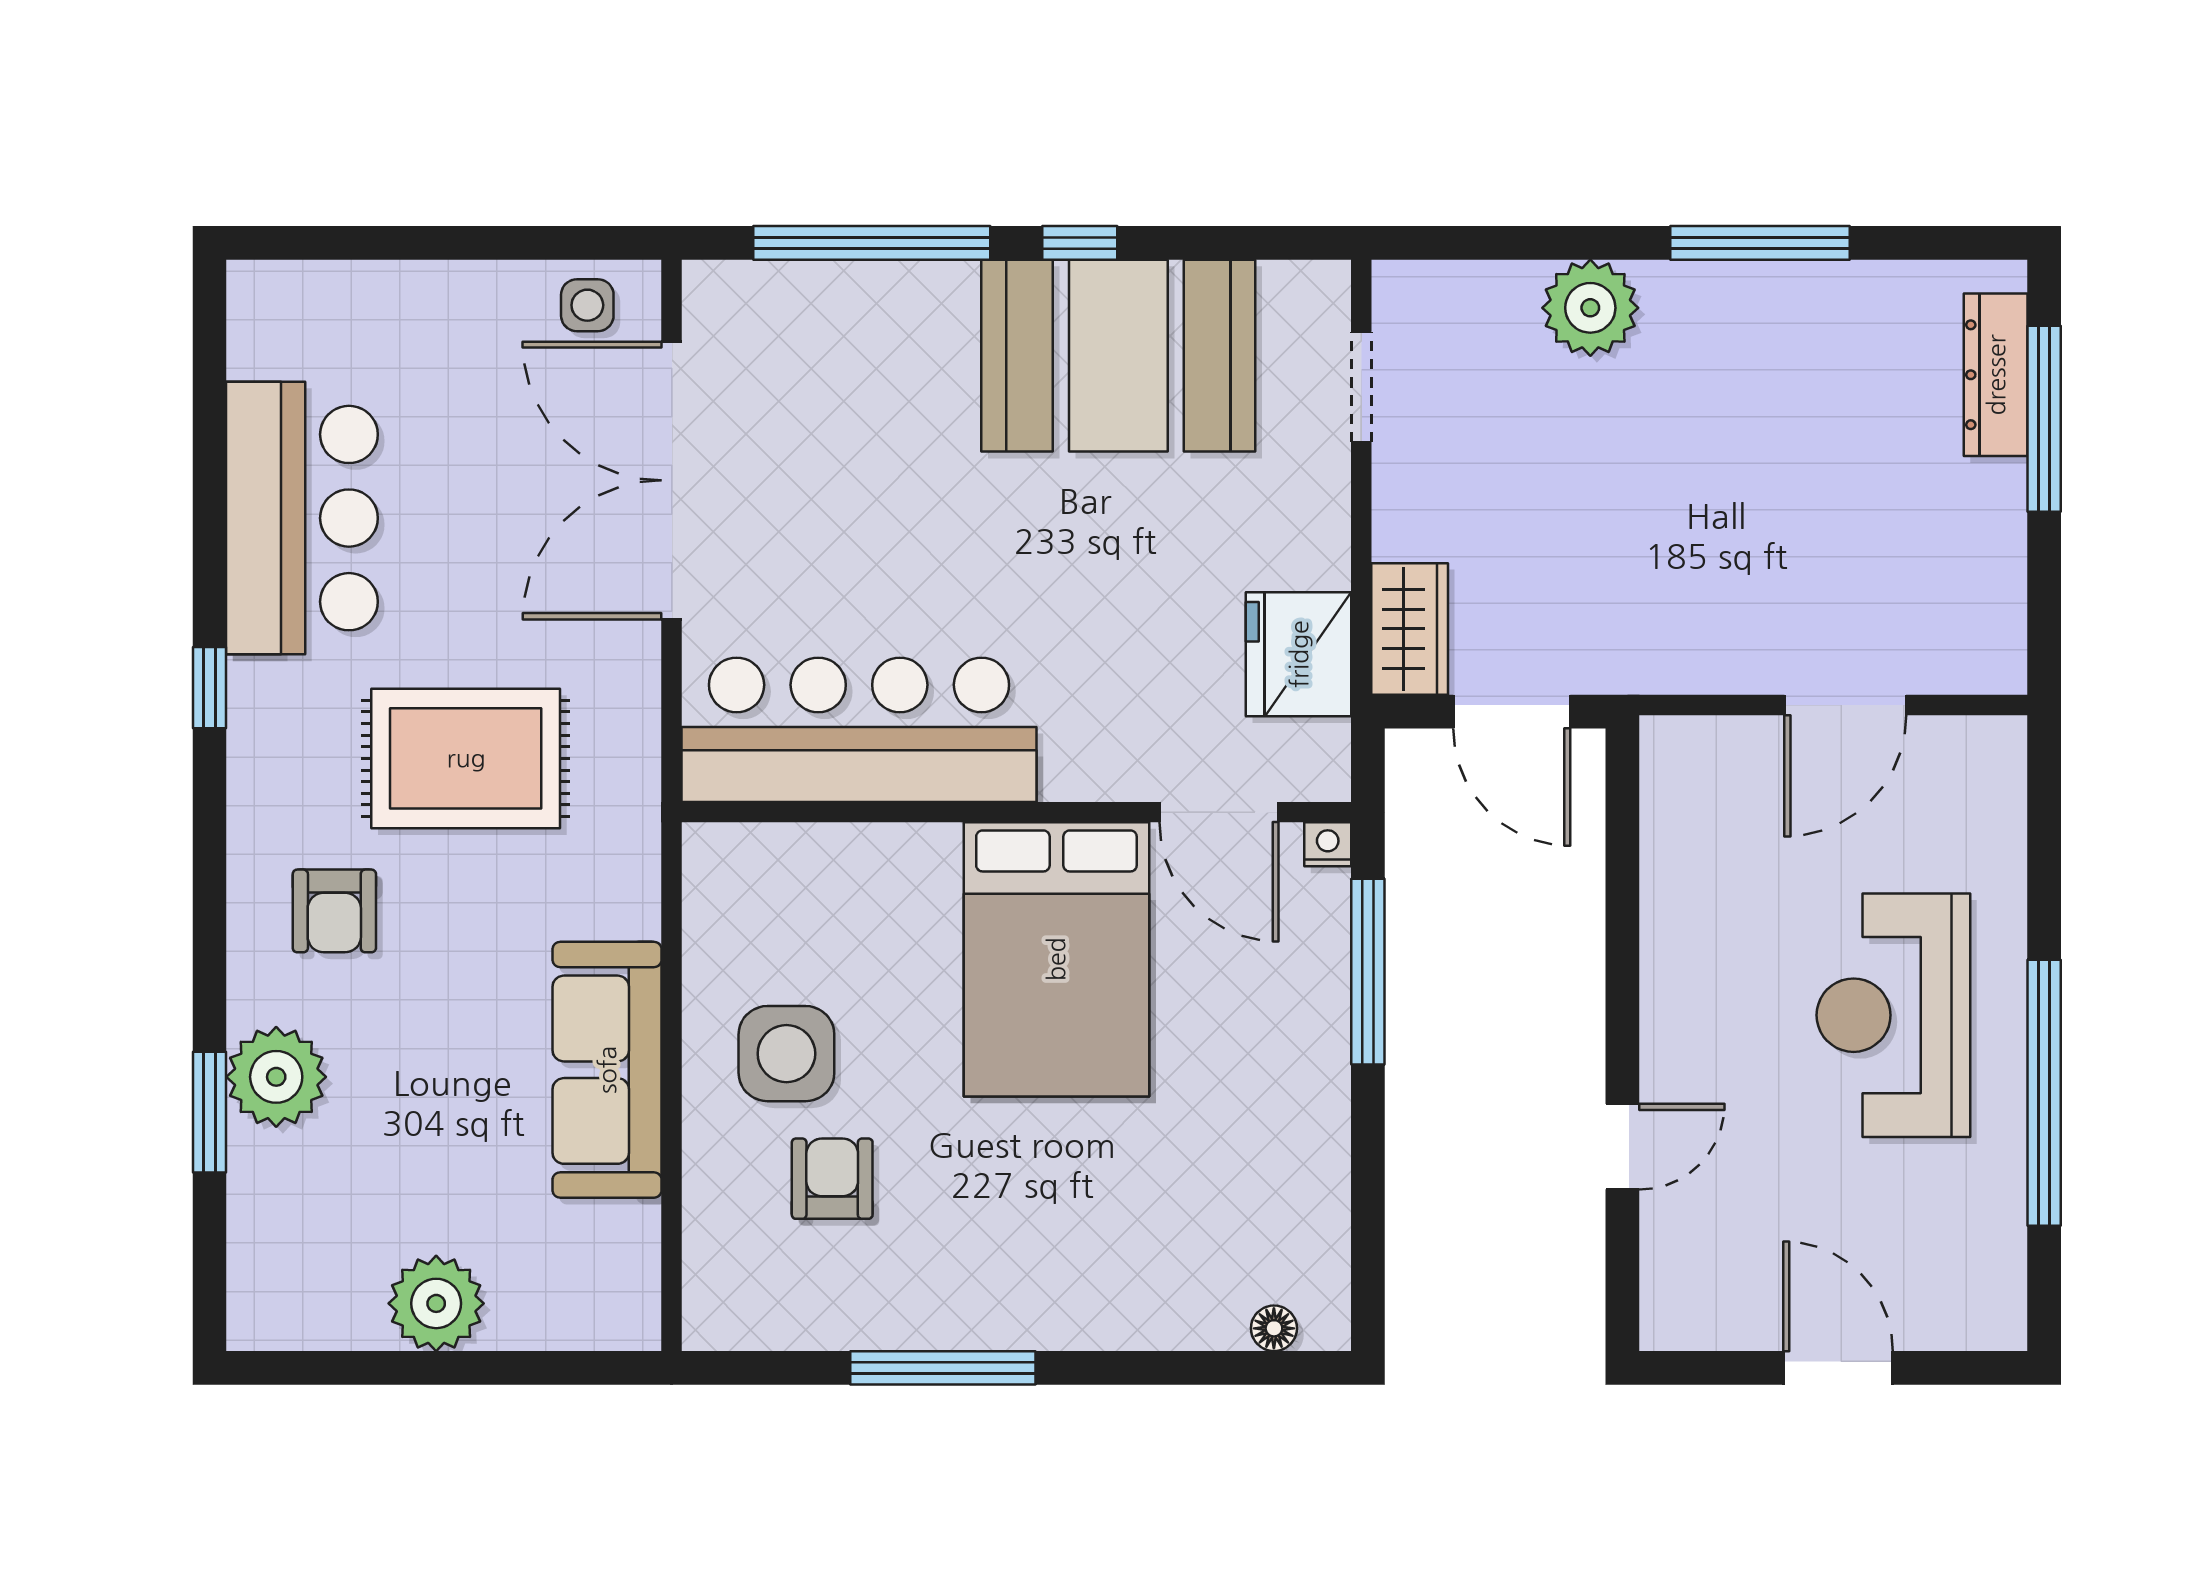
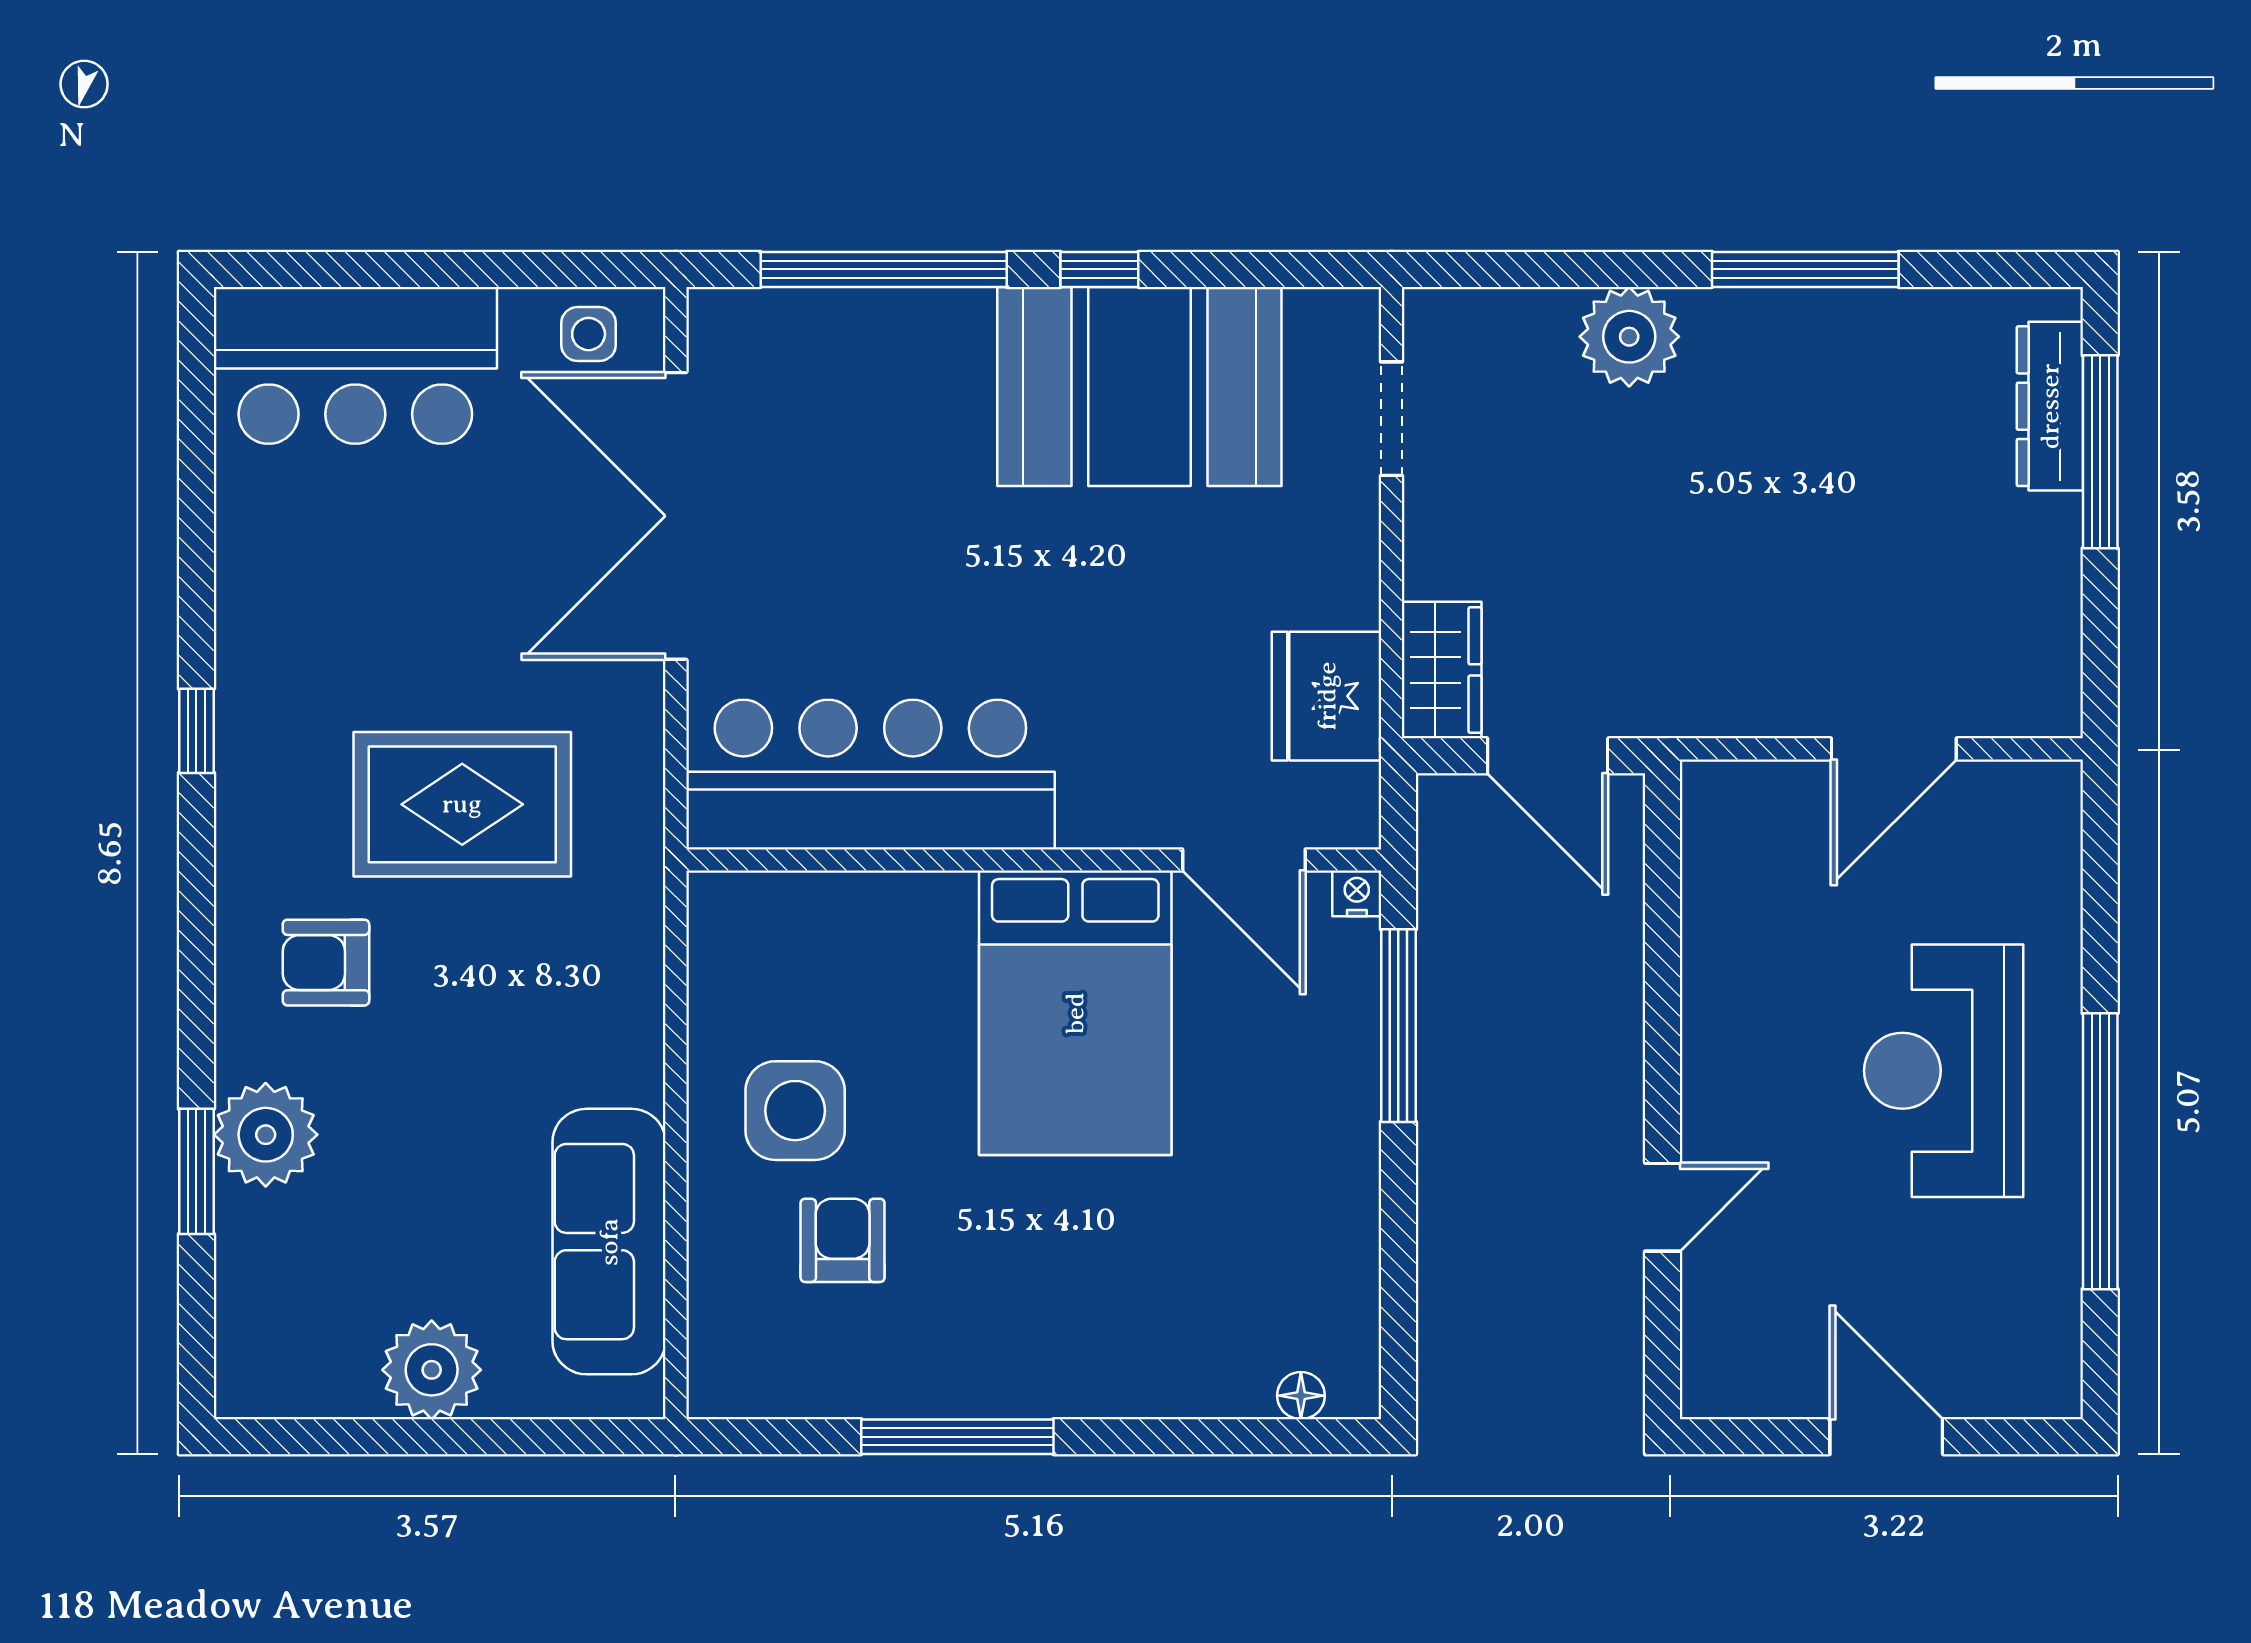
bar counter: (302, 518) -> (355, 365), moved, turned 90
armchair: (334, 911) -> (326, 963), turned 90
sofa: (607, 1070) -> (609, 1242), moved

